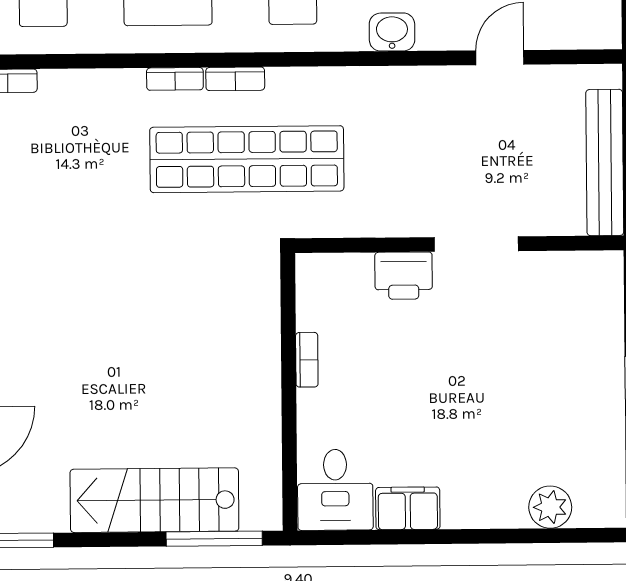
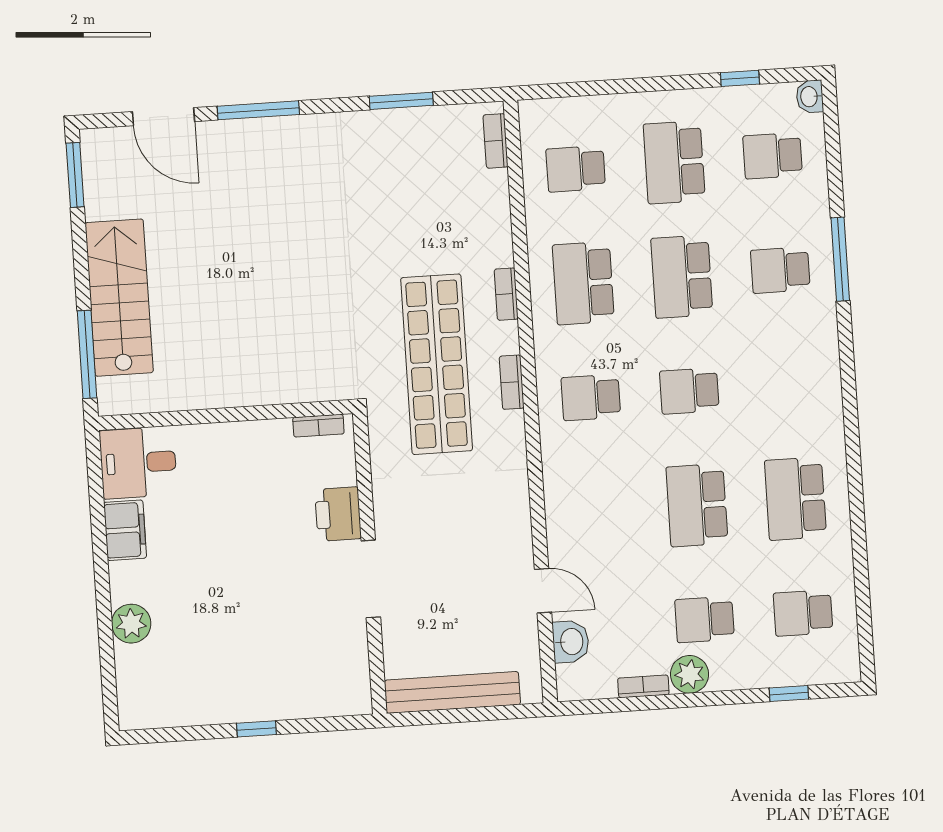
washbasin: (392, 32) -> (571, 642), moved
bookcase: (235, 79) -> (512, 382), moved
bookcase: (307, 360) -> (318, 426), moved
plant: (550, 507) -> (131, 624), moved

